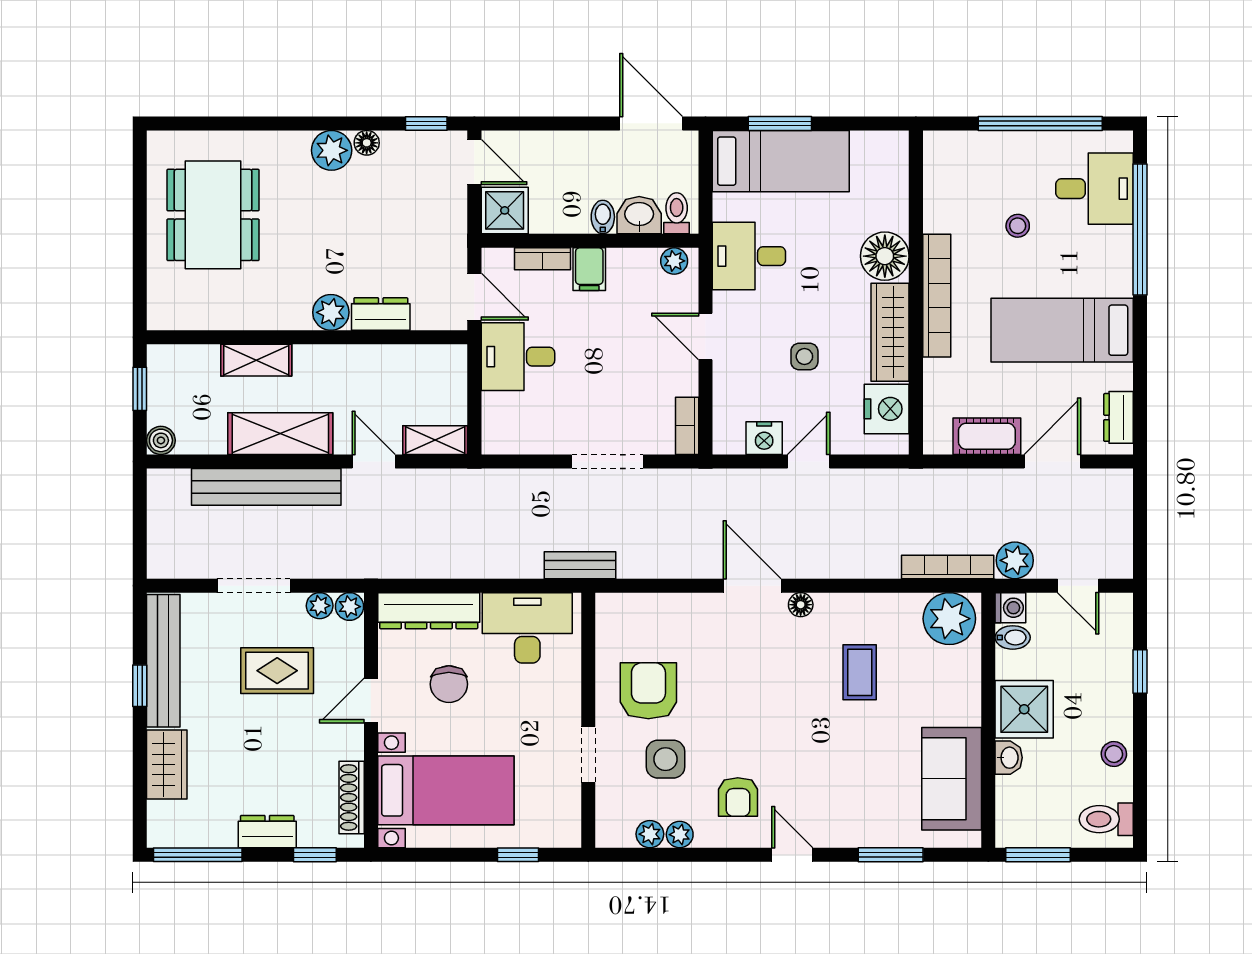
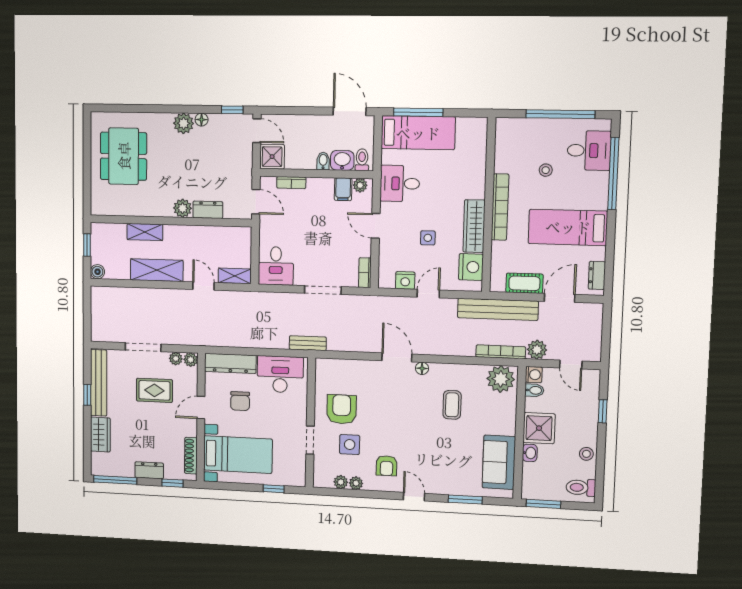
window: (780, 123) -> (418, 112), width x1.44
floor lamp: (885, 256) -> (473, 185), removed
filing cabinet: (589, 269) -> (343, 189), moved
desk: (518, 357) -> (276, 266), moved, turned -90
bench: (266, 487) -> (498, 309), moved

